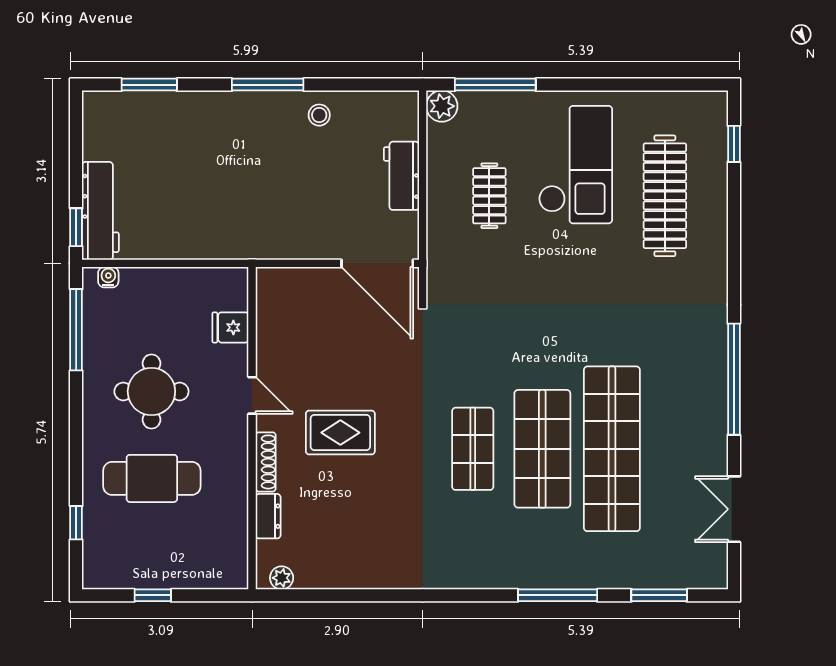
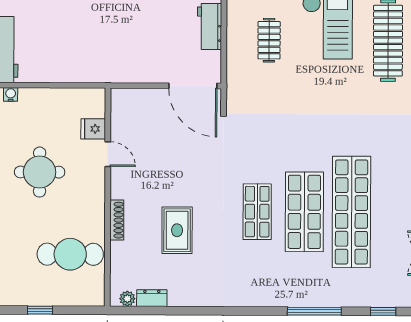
door: (252, 395) -> (108, 154), moved
rug: (340, 433) -> (177, 230), moved, turned 90
cafe table: (152, 478) -> (70, 254), moved
dresser: (268, 516) -> (152, 298), moved, turned -90
window: (659, 595) -> (383, 311), width x0.67

